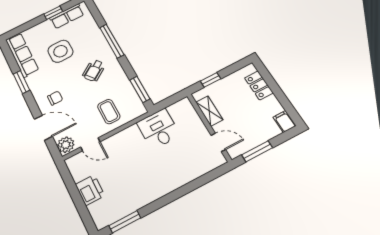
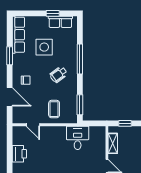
plant: (66, 145) -> (18, 116), removed

